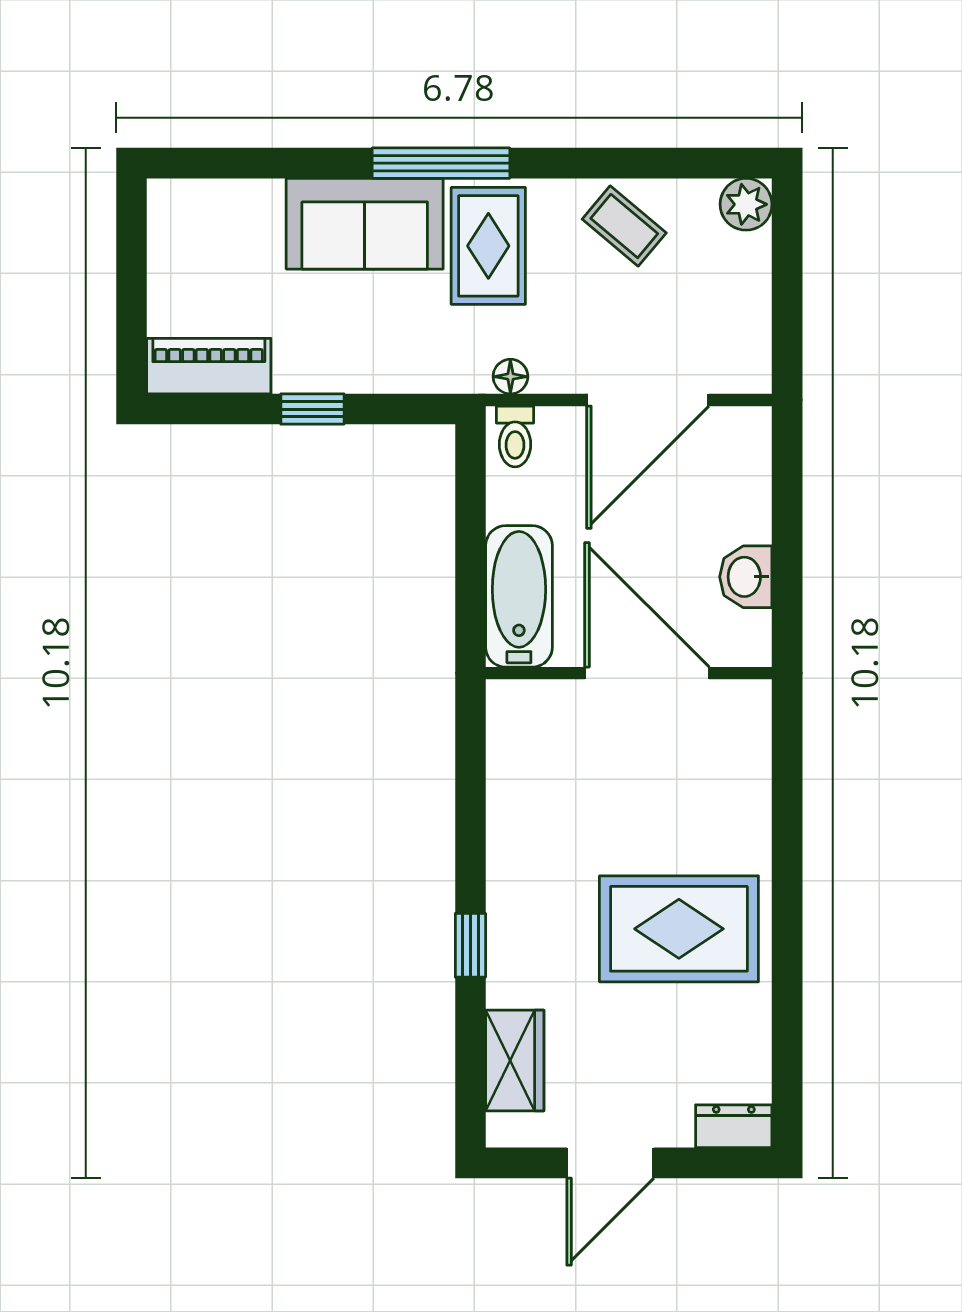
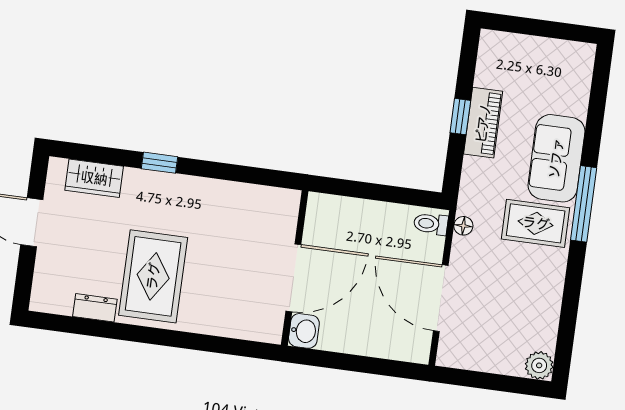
coffee table: (624, 226) -> (536, 298), removed
piano: (209, 366) -> (483, 123), moved
washbasin: (746, 577) -> (304, 331), moved, turned 90
bathtub: (519, 596) -> (344, 214), removed
dresser: (734, 1126) -> (95, 308), moved, turned -90

